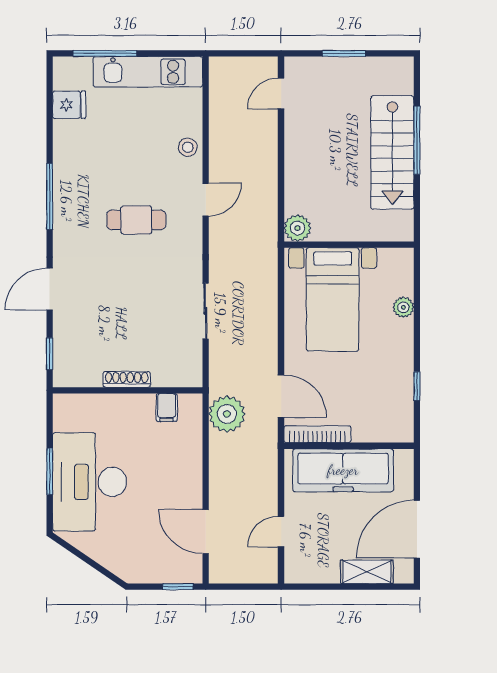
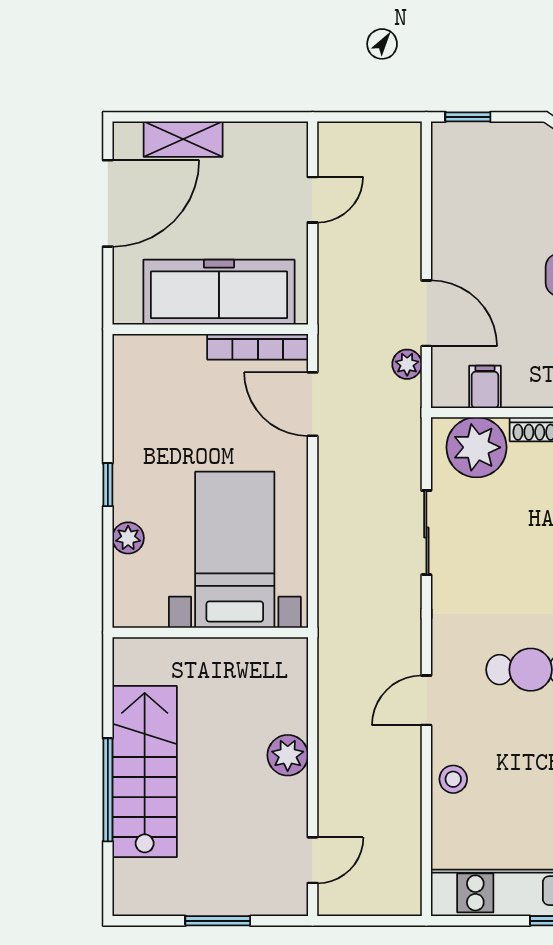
plant: (297, 228) -> (288, 755), moved
plant: (172, 367) -> (476, 447), added
window: (417, 386) -> (108, 485), moved
plant: (227, 414) -> (407, 364), width x0.53, depth x0.53
door: (206, 532) -> (426, 313), moved

